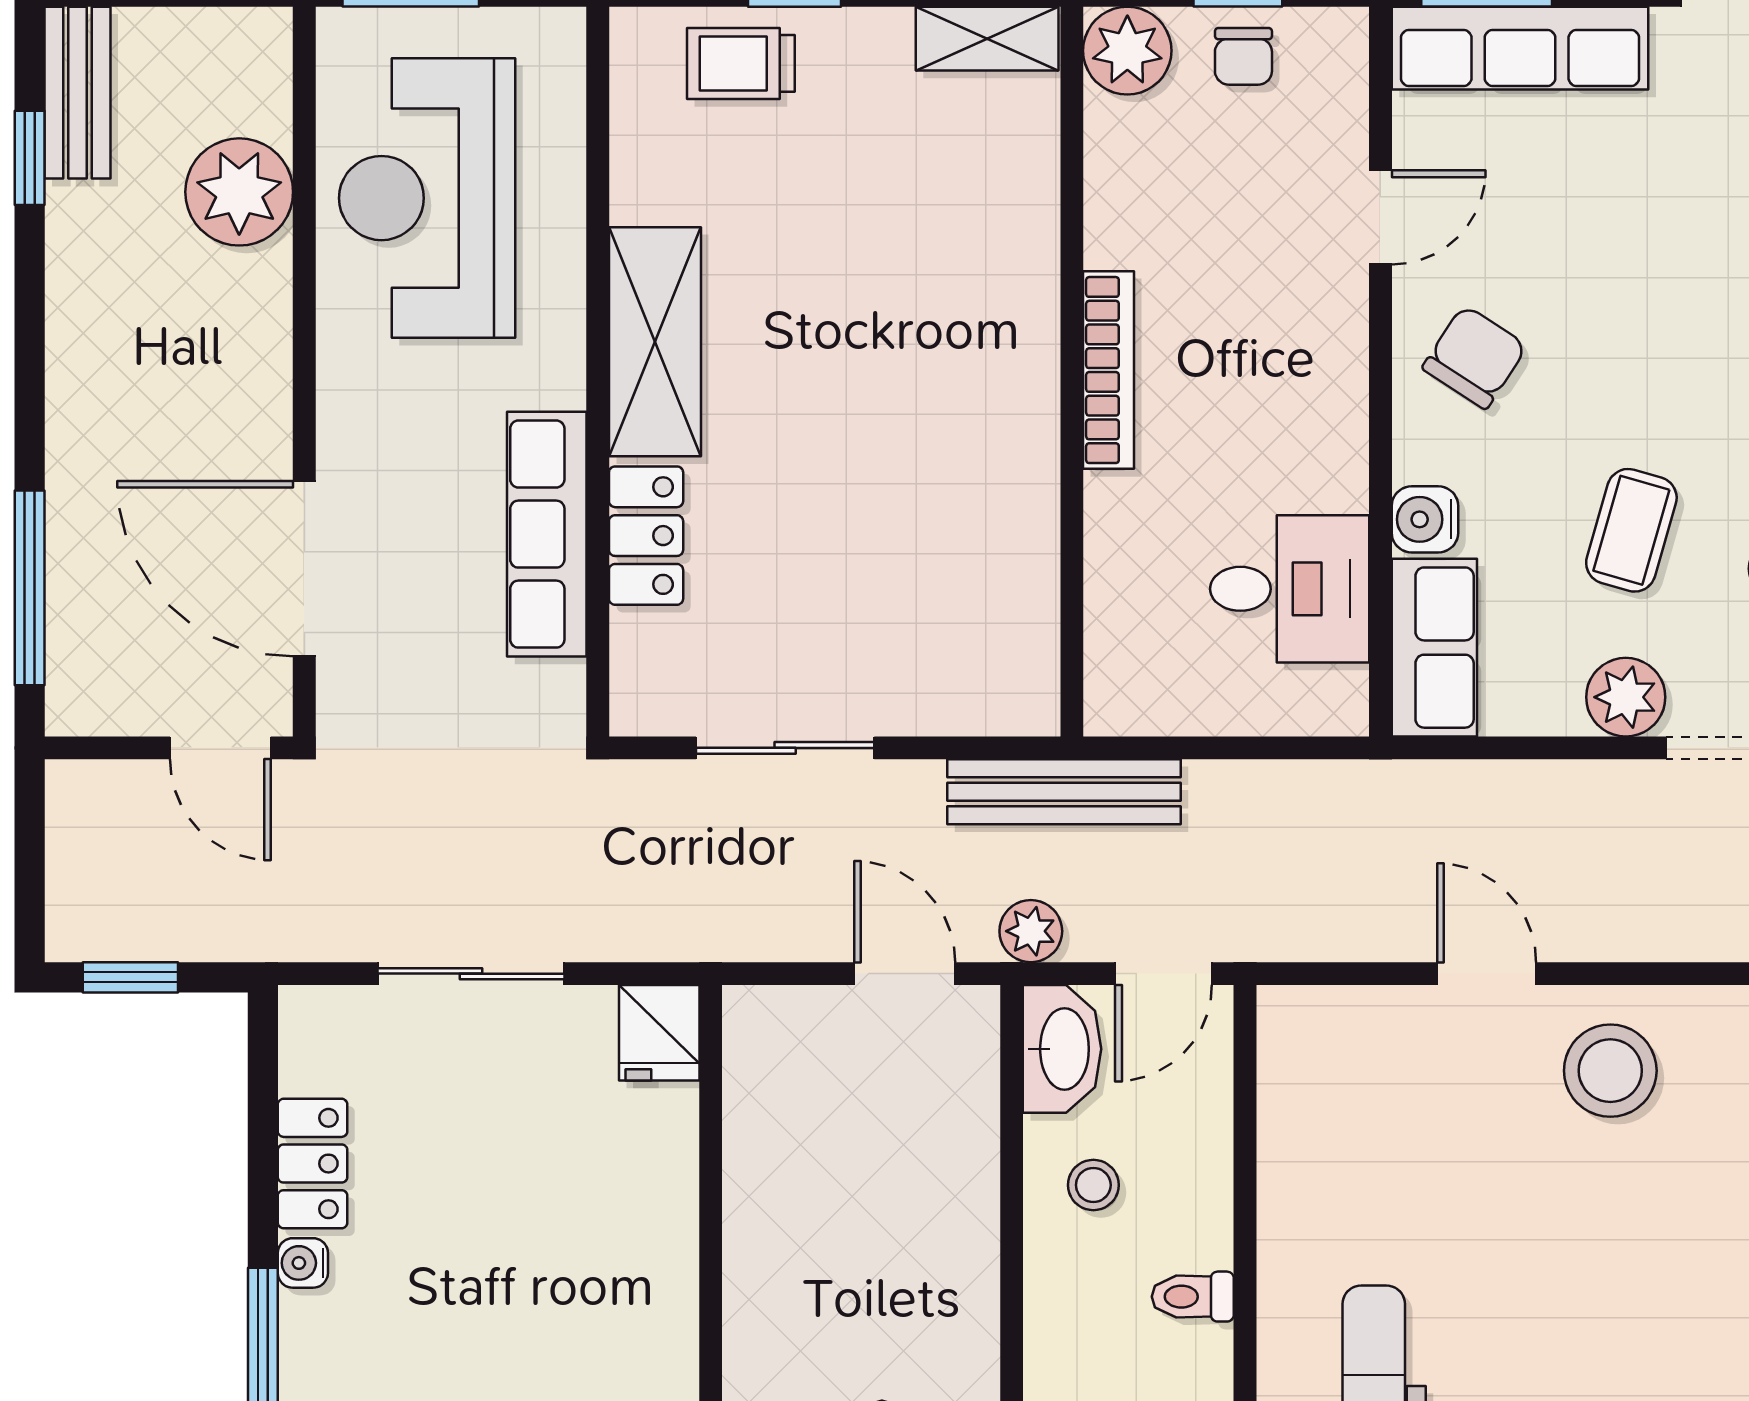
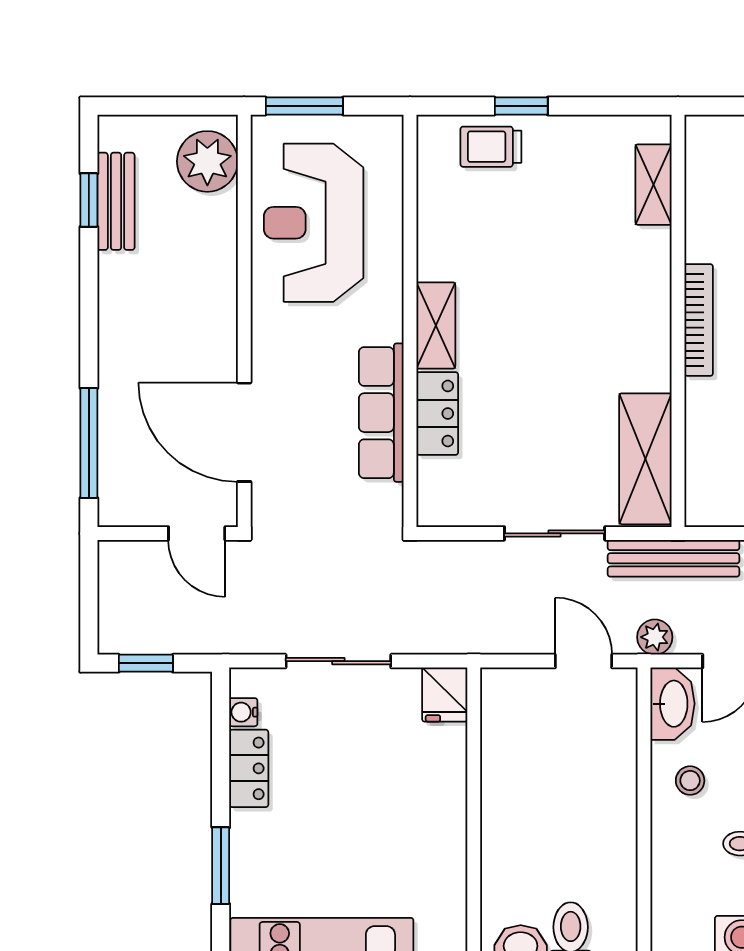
shelving: (987, 39) -> (653, 185), moved, turned 90
plant: (1127, 51) -> (709, 139), removed
bench: (77, 93) -> (116, 201), moved
plant: (239, 192) -> (207, 161), moved
shelving: (655, 342) -> (436, 326), width x0.67, depth x0.75
shelving: (1014, 616) -> (645, 459), added
sliding door: (785, 748) -> (555, 533), moved
water cooler: (303, 1263) -> (243, 712), moved

